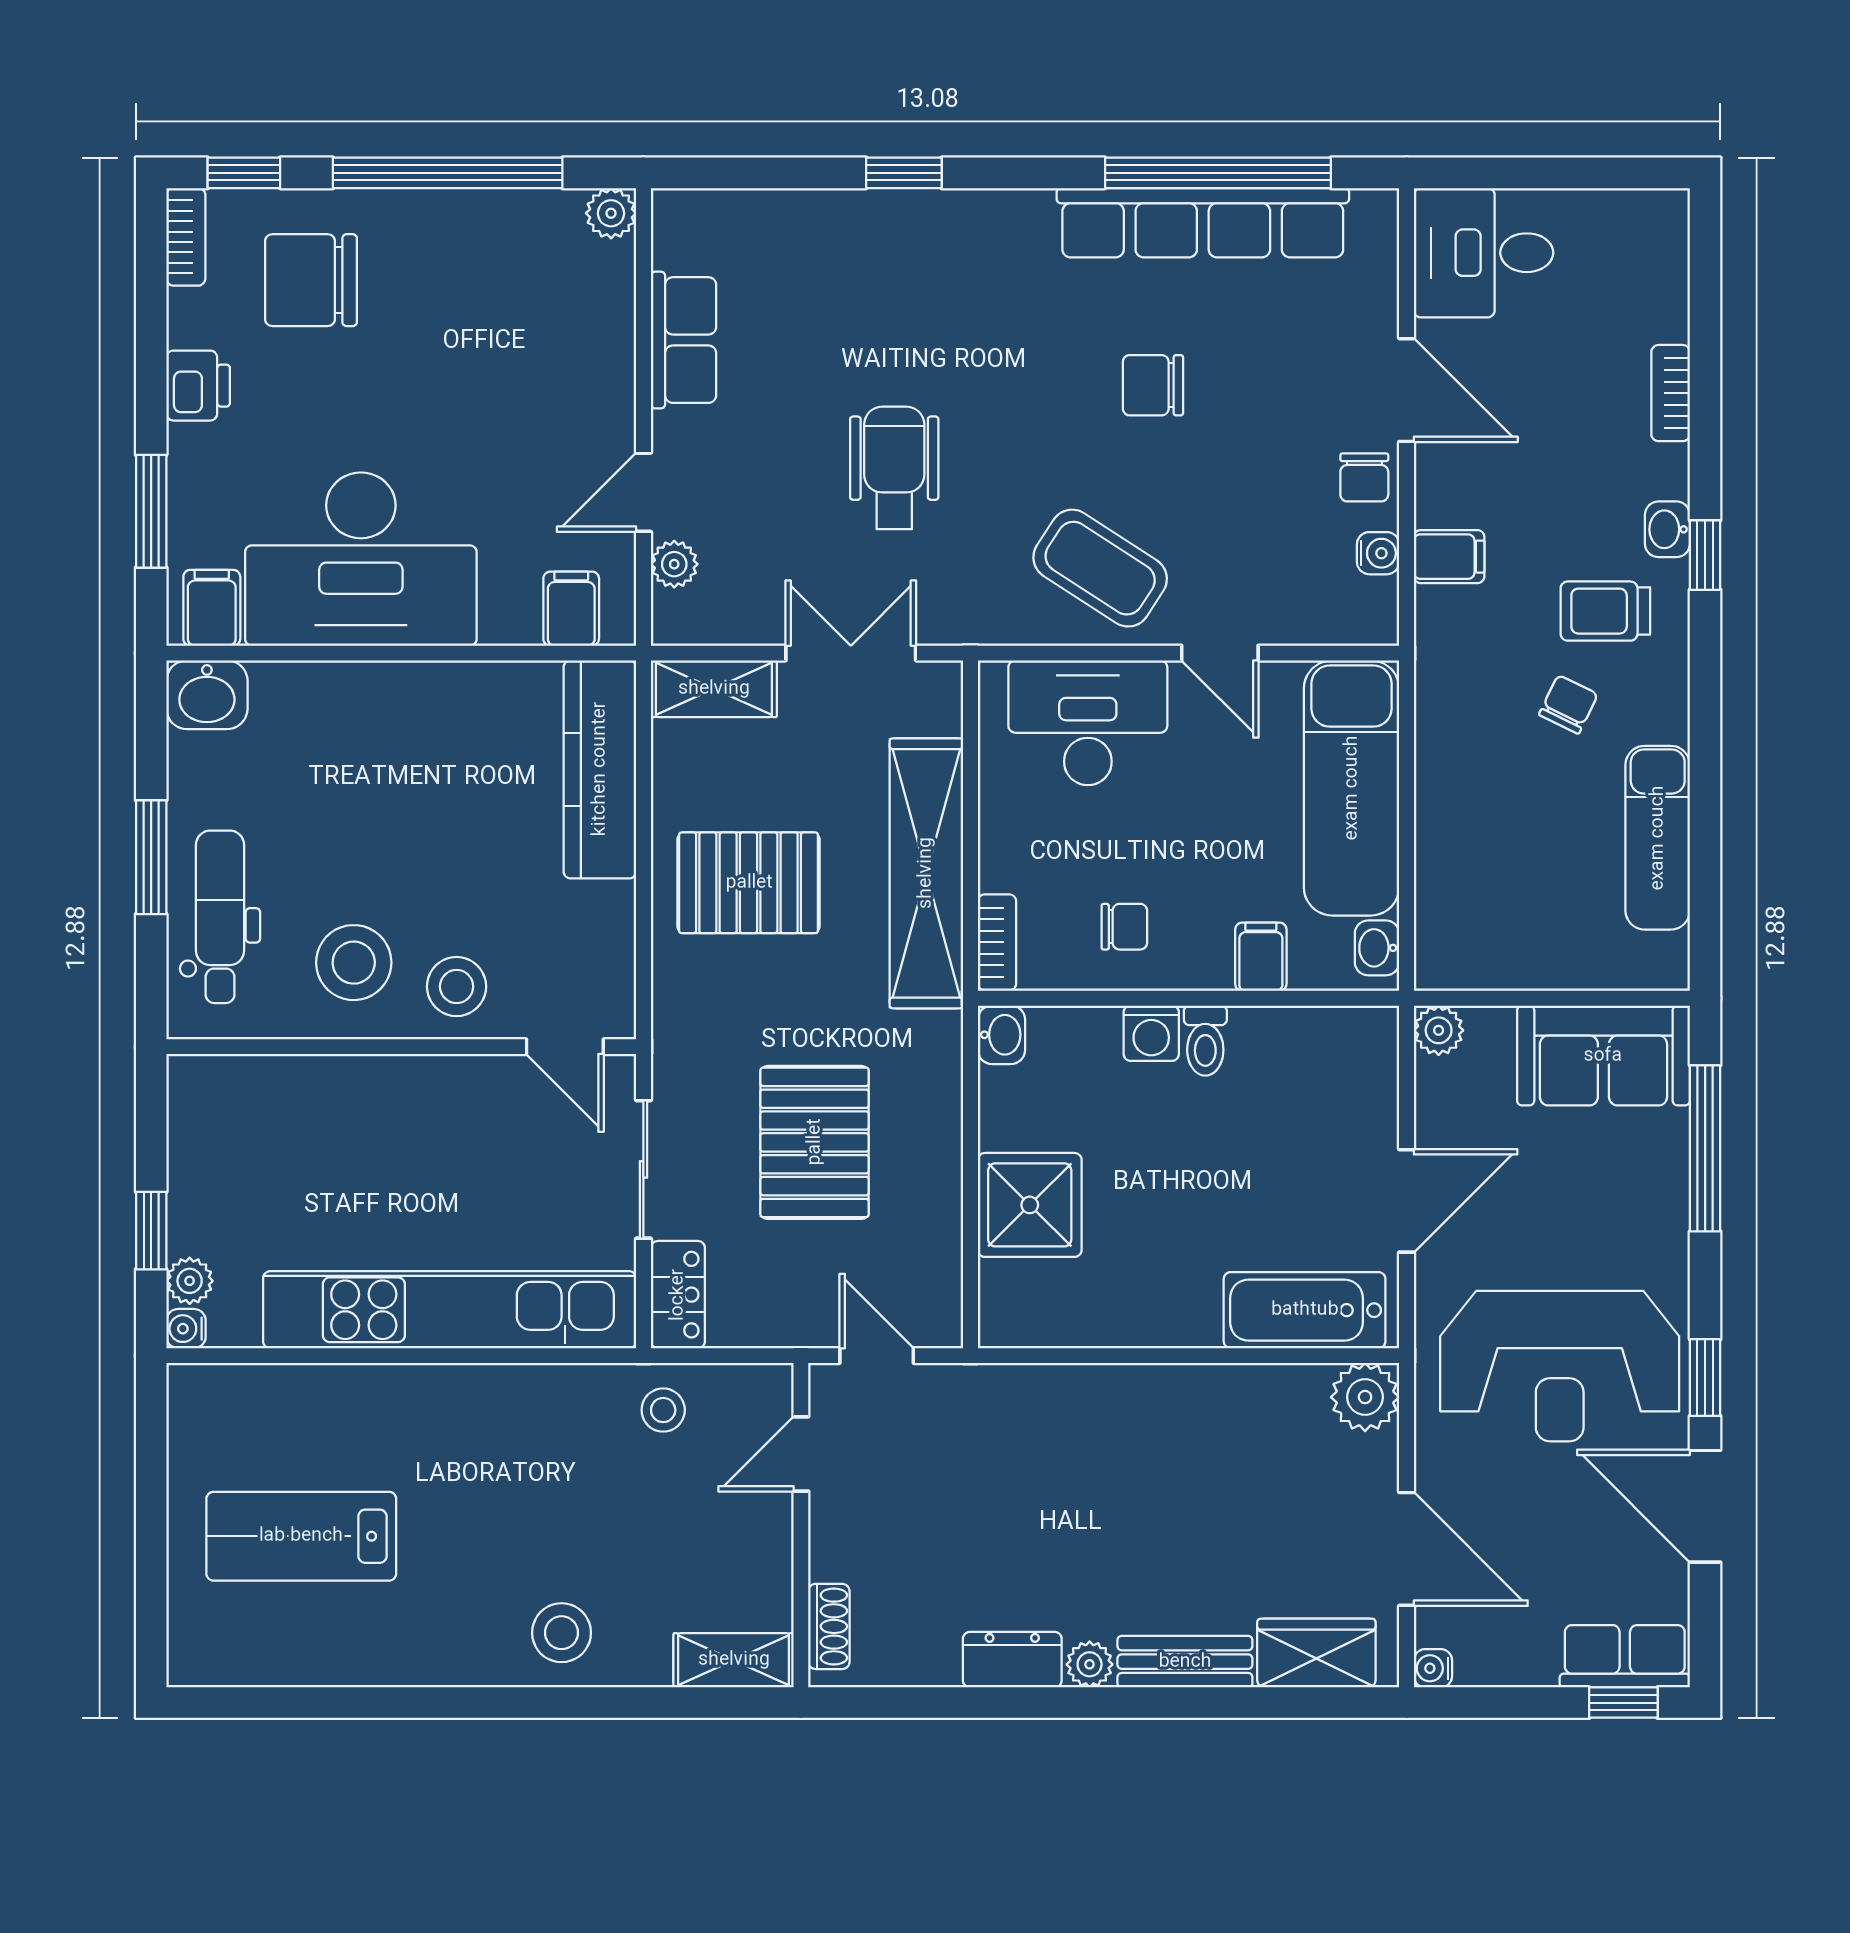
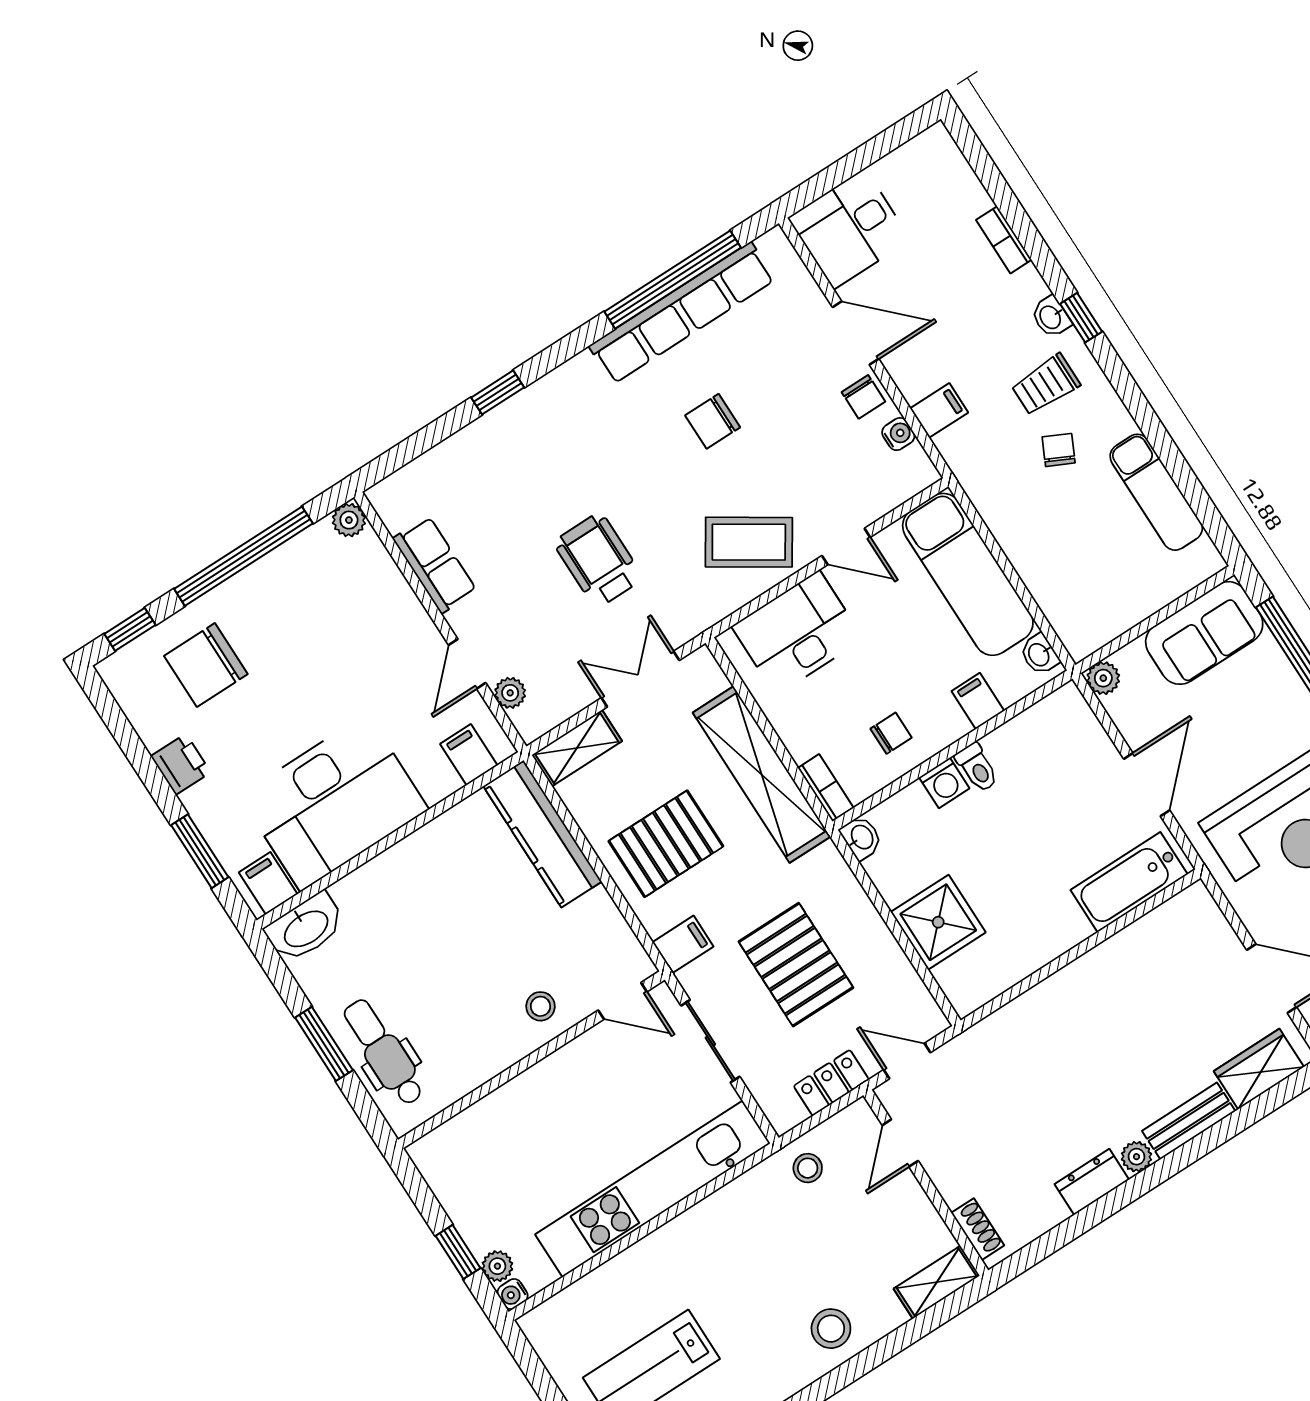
bookcase: (186, 237) -> (121, 686), removed
washbasin: (207, 695) -> (305, 928), width x1.38
stool: (354, 963) -> (475, 1030), removed
stool: (457, 987) -> (540, 1006), width x0.73, depth x0.73
filing cabinet: (688, 1024) -> (683, 944), added
locker: (678, 1295) -> (831, 1083), moved, turned -90
plant: (1365, 1397) -> (1194, 909), removed

